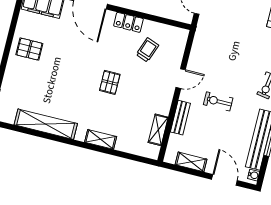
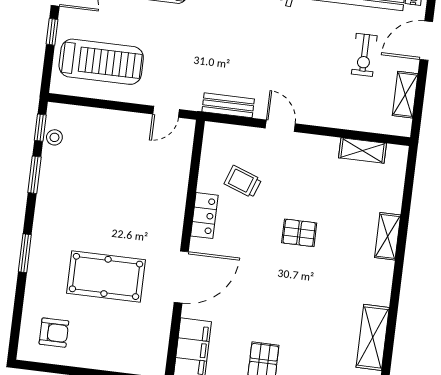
exercise bike: (218, 101) -> (364, 55), moved
bench: (180, 118) -> (228, 105), moved
shelving: (46, 124) -> (373, 337), width x0.68

